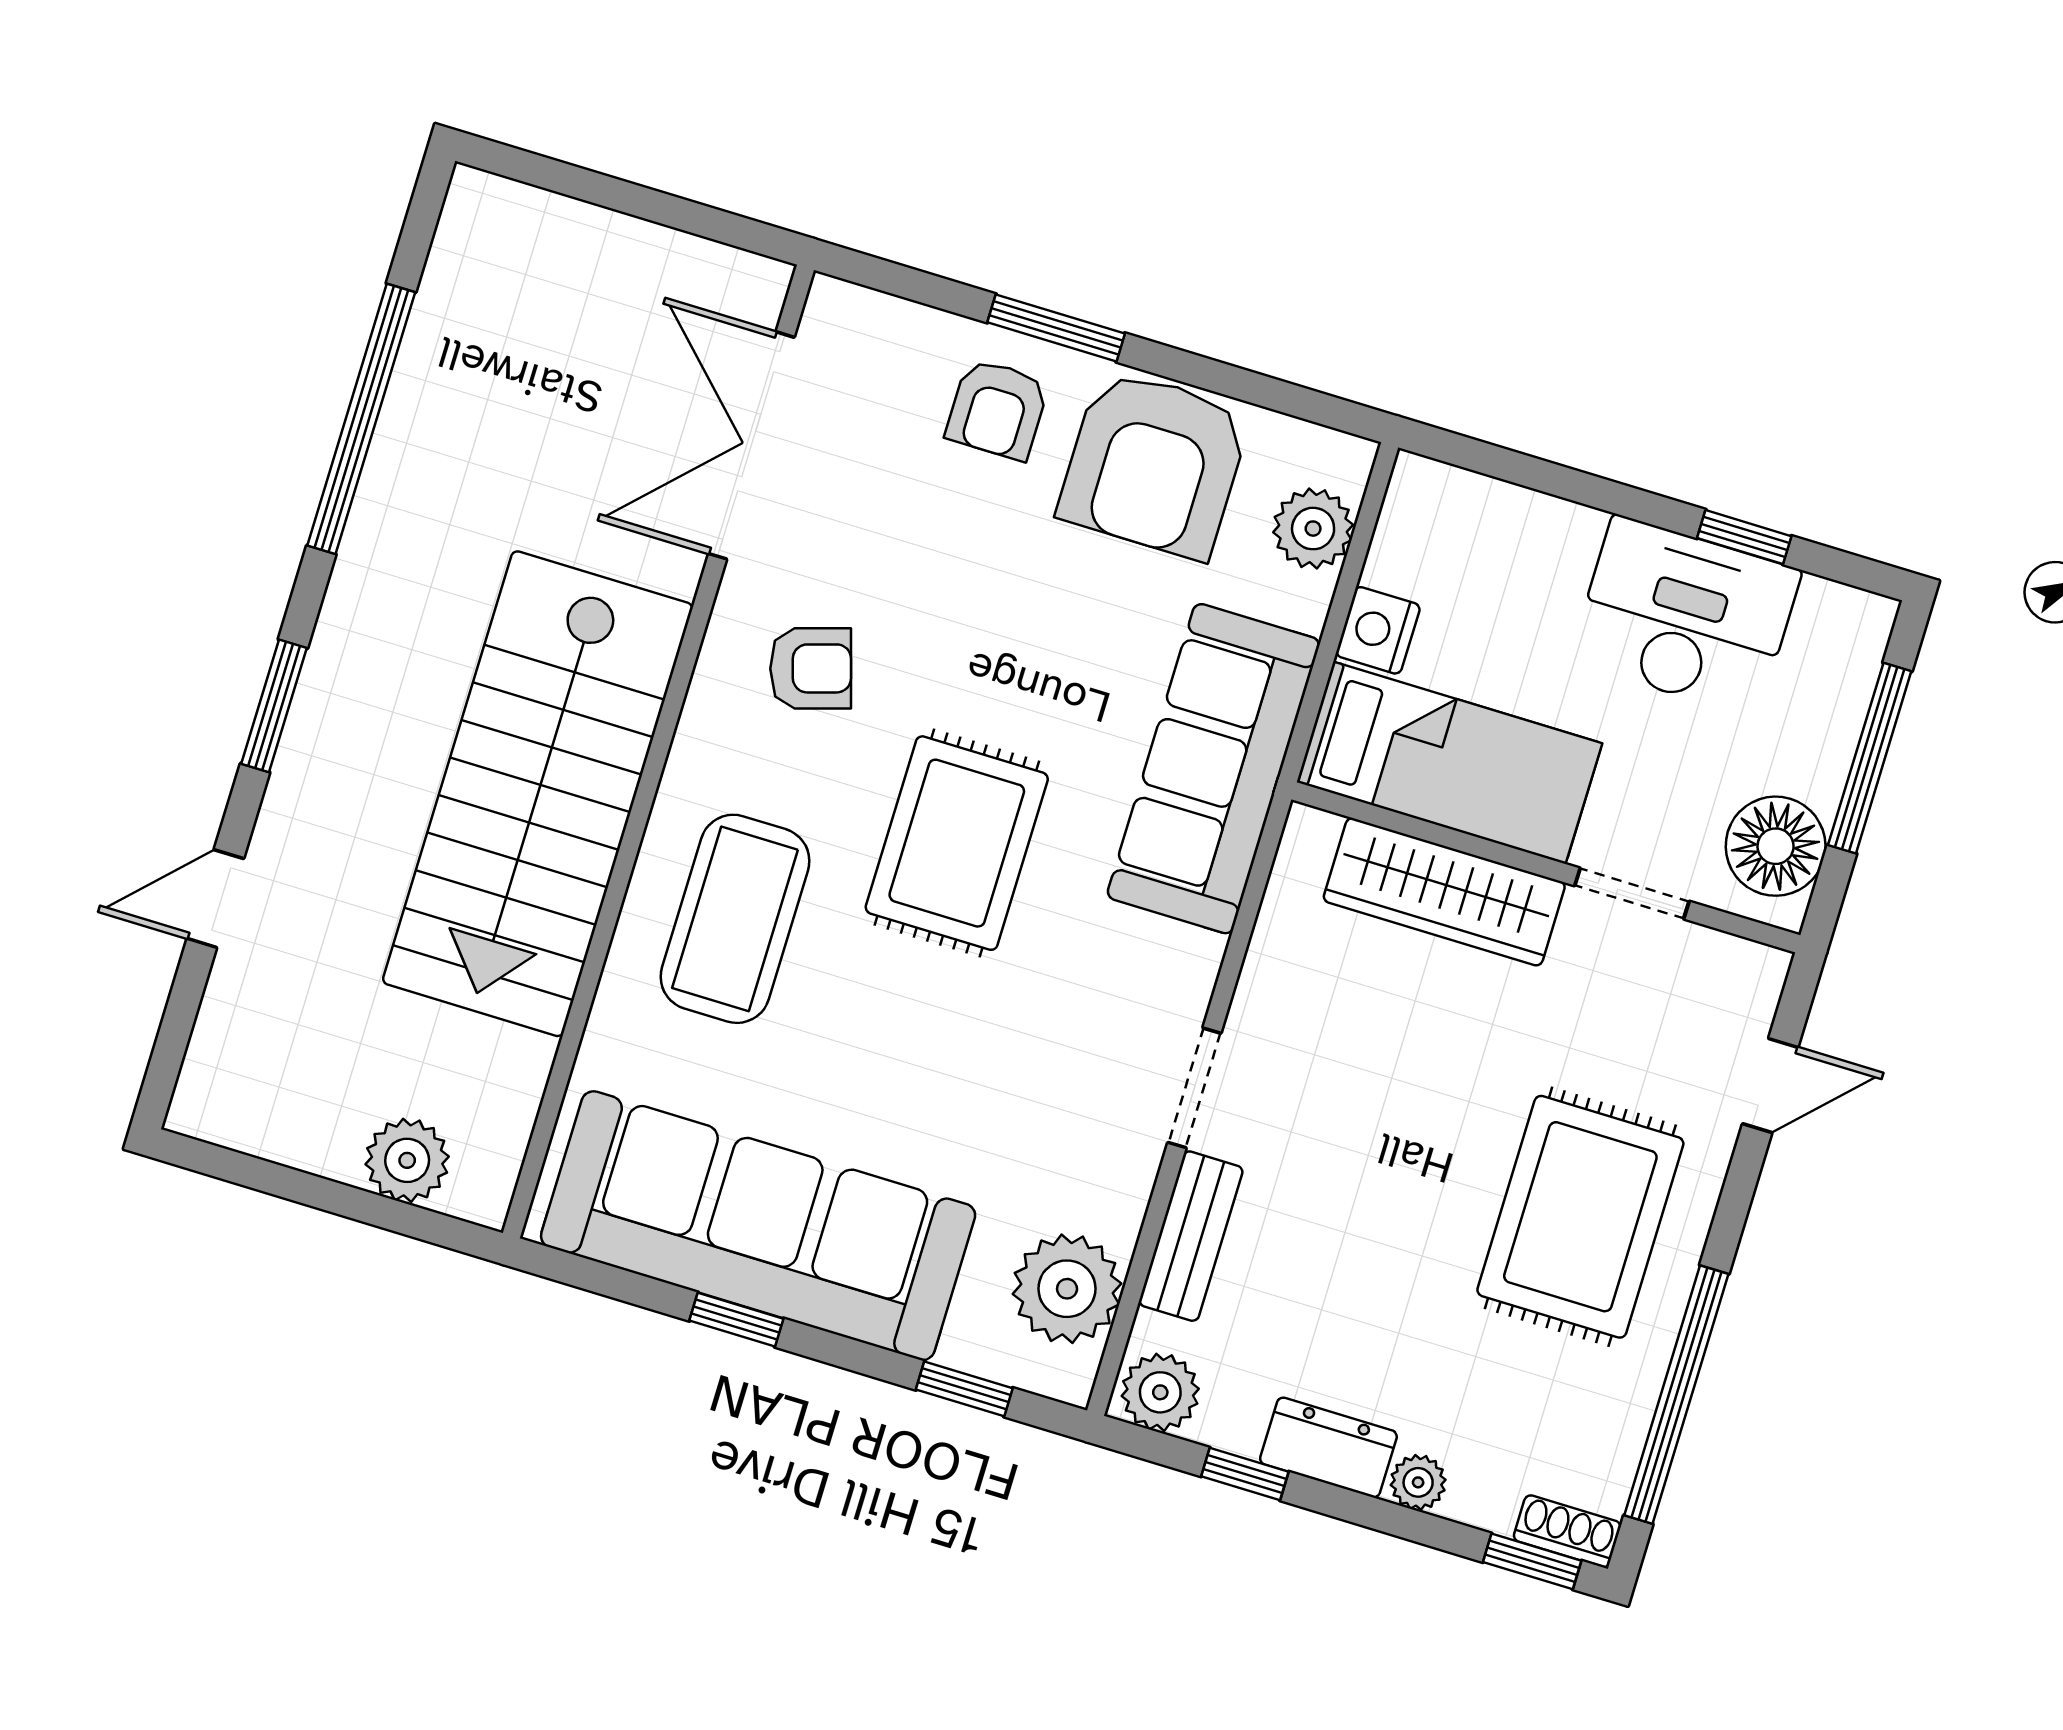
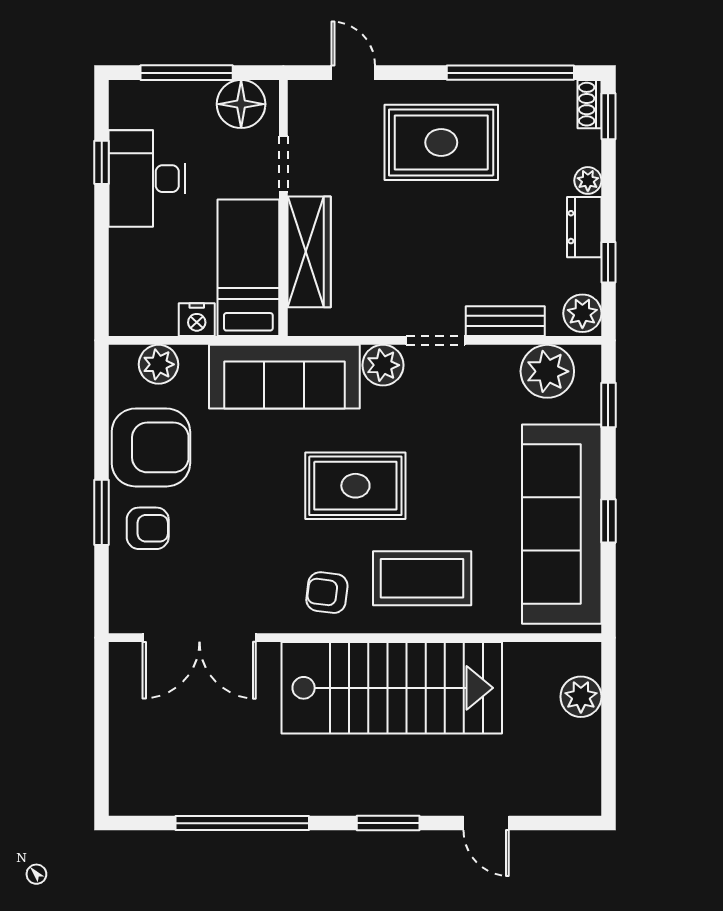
armchair: (811, 668) -> (327, 593), moved, turned -66
plant: (1177, 969) -> (383, 365), added

